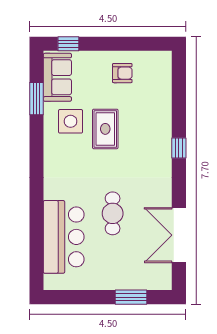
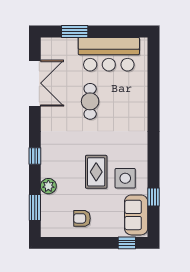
window: (179, 86) -> (35, 207), added
window: (37, 99) -> (154, 197), width x0.67
plant: (163, 112) -> (48, 186), added
bar counter: (64, 237) -> (109, 54), moved, turned -90

